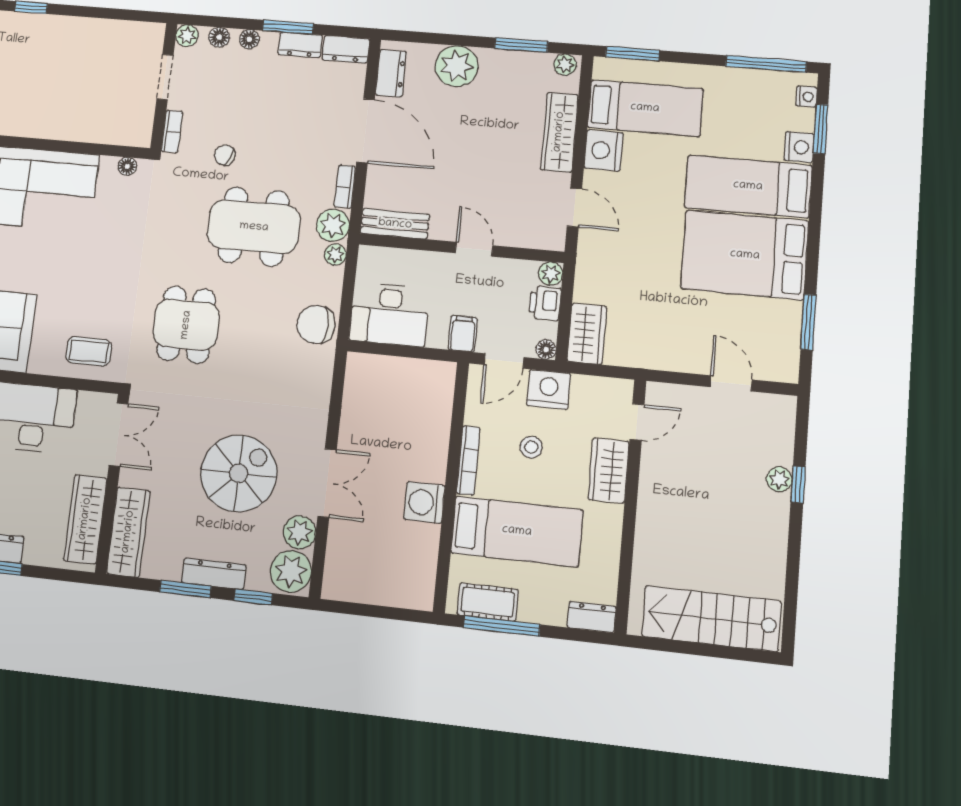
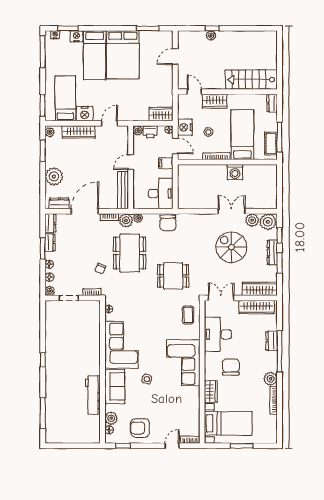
bench: (395, 224) -> (123, 190), width x1.36
stairs: (711, 619) -> (251, 80), moved, turned 90

